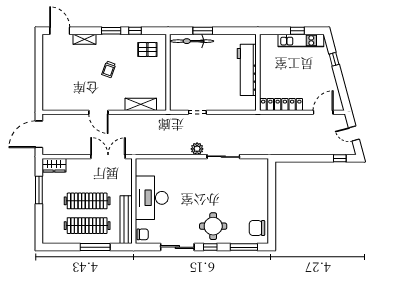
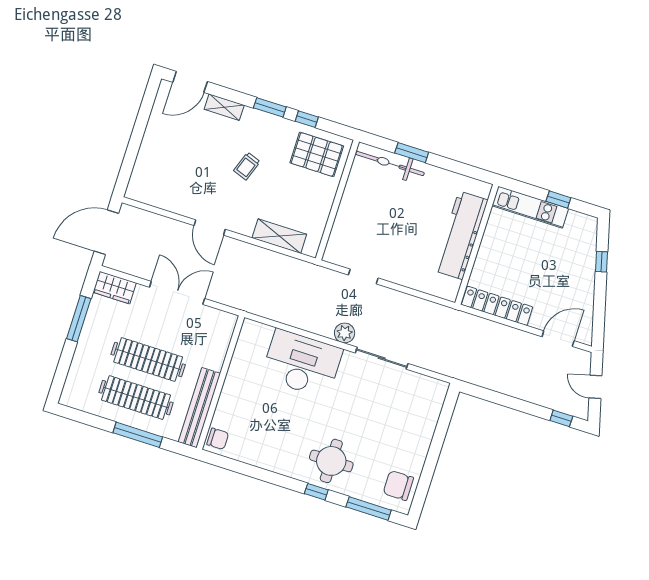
door: (60, 31) -> (190, 82), swing flipped
kitchen unit: (301, 40) -> (530, 207), moved
pallet: (147, 50) -> (317, 154), width x1.50, depth x1.42
double door: (108, 157) -> (177, 293), moved
desk: (152, 198) -> (302, 364), moved, turned 90
sliding door: (177, 247) -> (266, 476), removed

